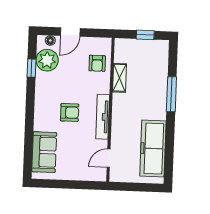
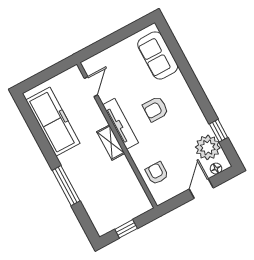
shelving: (119, 78) -> (111, 143), moved

